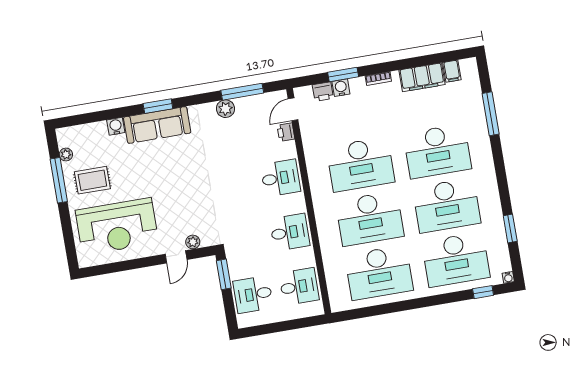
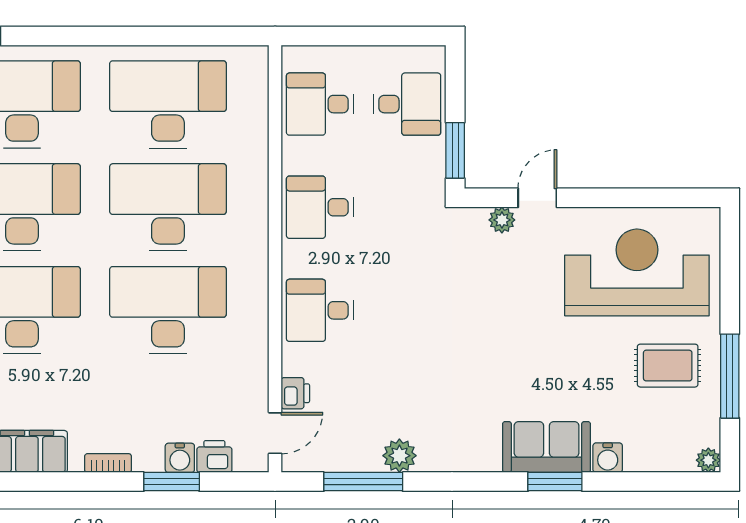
window: (158, 106) -> (555, 482), moved
sofa: (157, 125) -> (547, 447), width x0.73
plant: (66, 154) -> (708, 460), moved

